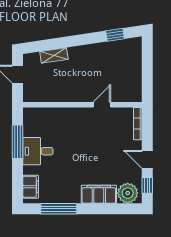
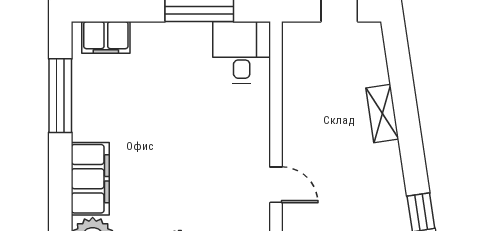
shelving: (54, 55) -> (382, 113), moved
desk: (38, 151) -> (242, 52), moved

